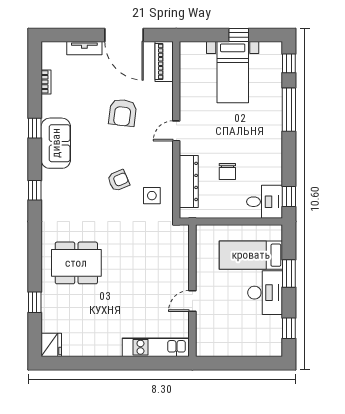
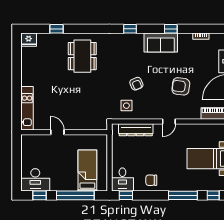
door: (176, 131) -> (169, 122), swing flipped
chair: (227, 171) -> (151, 180), moved
window: (289, 274) -> (75, 195), width x2.11
desk: (265, 293) -> (35, 180), moved

